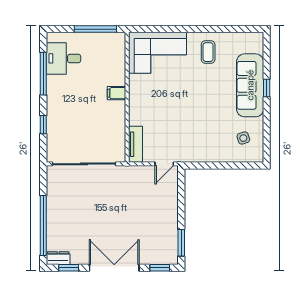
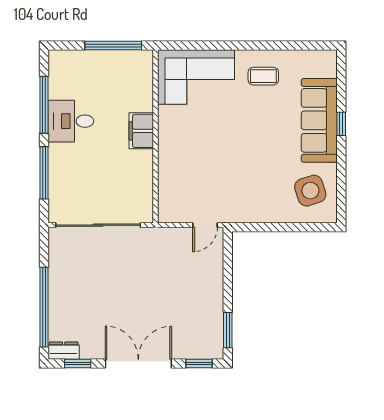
coffee table: (208, 52) -> (263, 76), turned 90
desk: (64, 58) -> (71, 121), moved
filing cabinet: (116, 93) -> (141, 131), width x2.00
window: (43, 125) -> (44, 173), width x2.17
side table: (243, 138) -> (310, 191), width x1.87, depth x1.87
tv unit: (136, 144) -> (167, 199), removed

